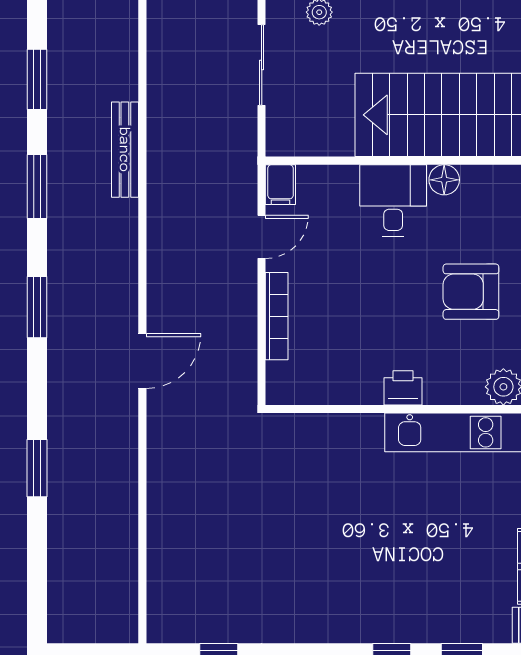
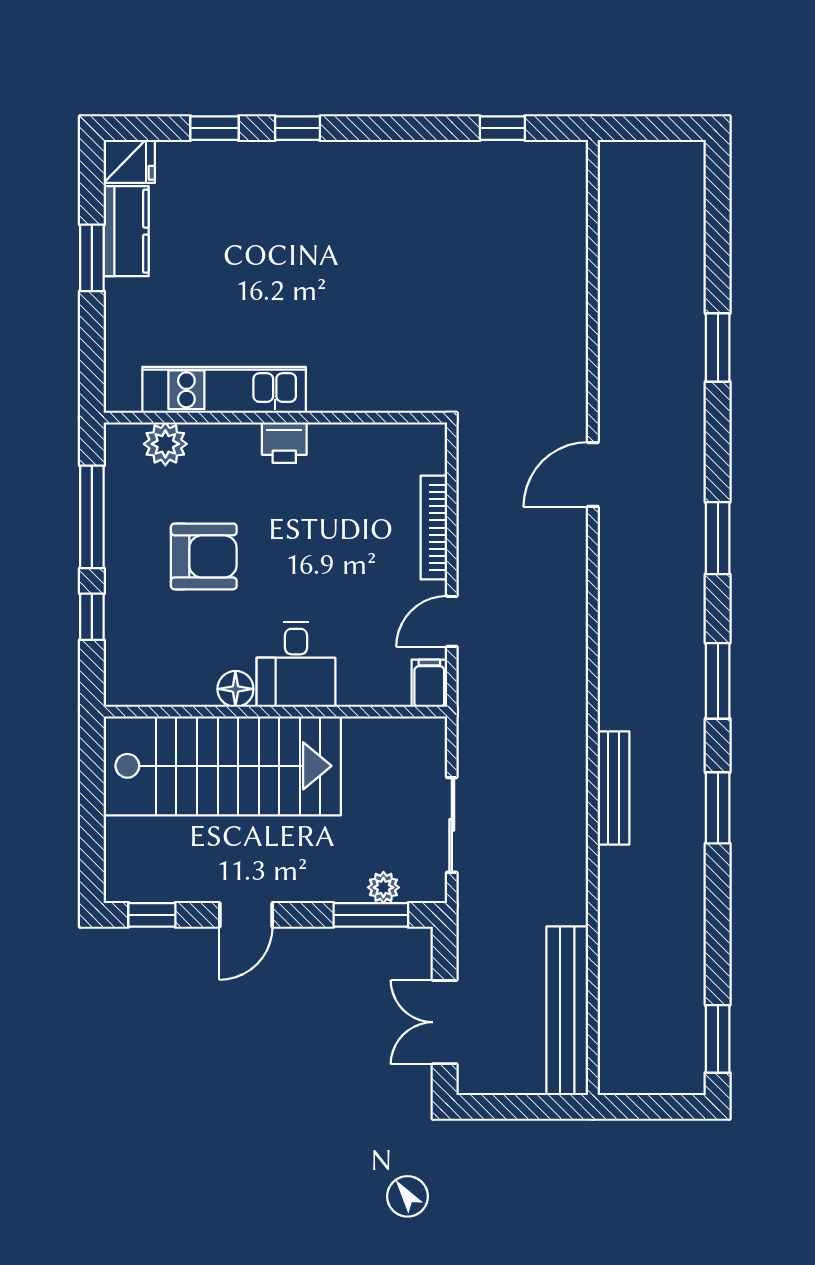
bench: (125, 150) -> (613, 788), moved

